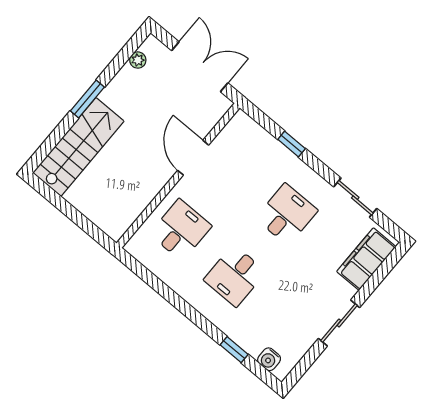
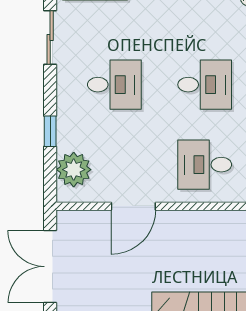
plant: (252, 138) -> (74, 170), added
desk: (287, 214) -> (114, 85), turned 180

